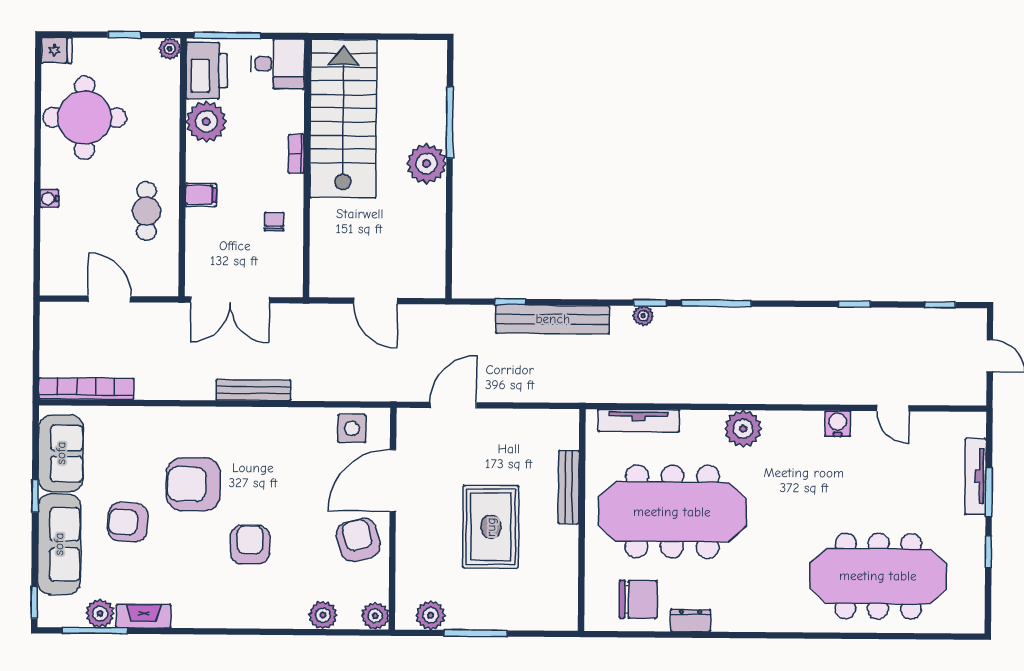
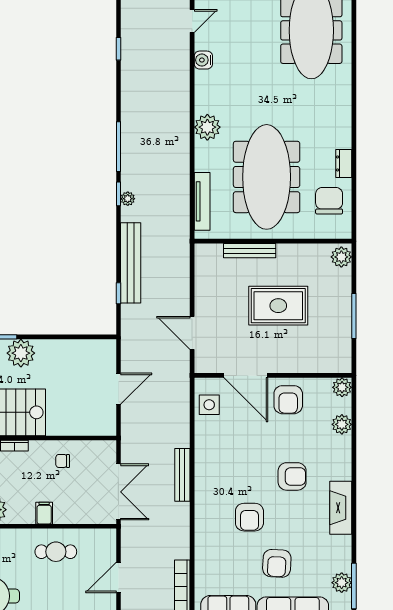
armchair: (193, 484) -> (249, 517), width x0.73, depth x0.73
armchair: (358, 540) -> (288, 400), turned -75
armchair: (250, 545) -> (292, 476), turned 180
plant: (431, 615) -> (341, 257), moved
fireplace: (144, 616) -> (341, 508), moved, width x1.37, depth x1.32

